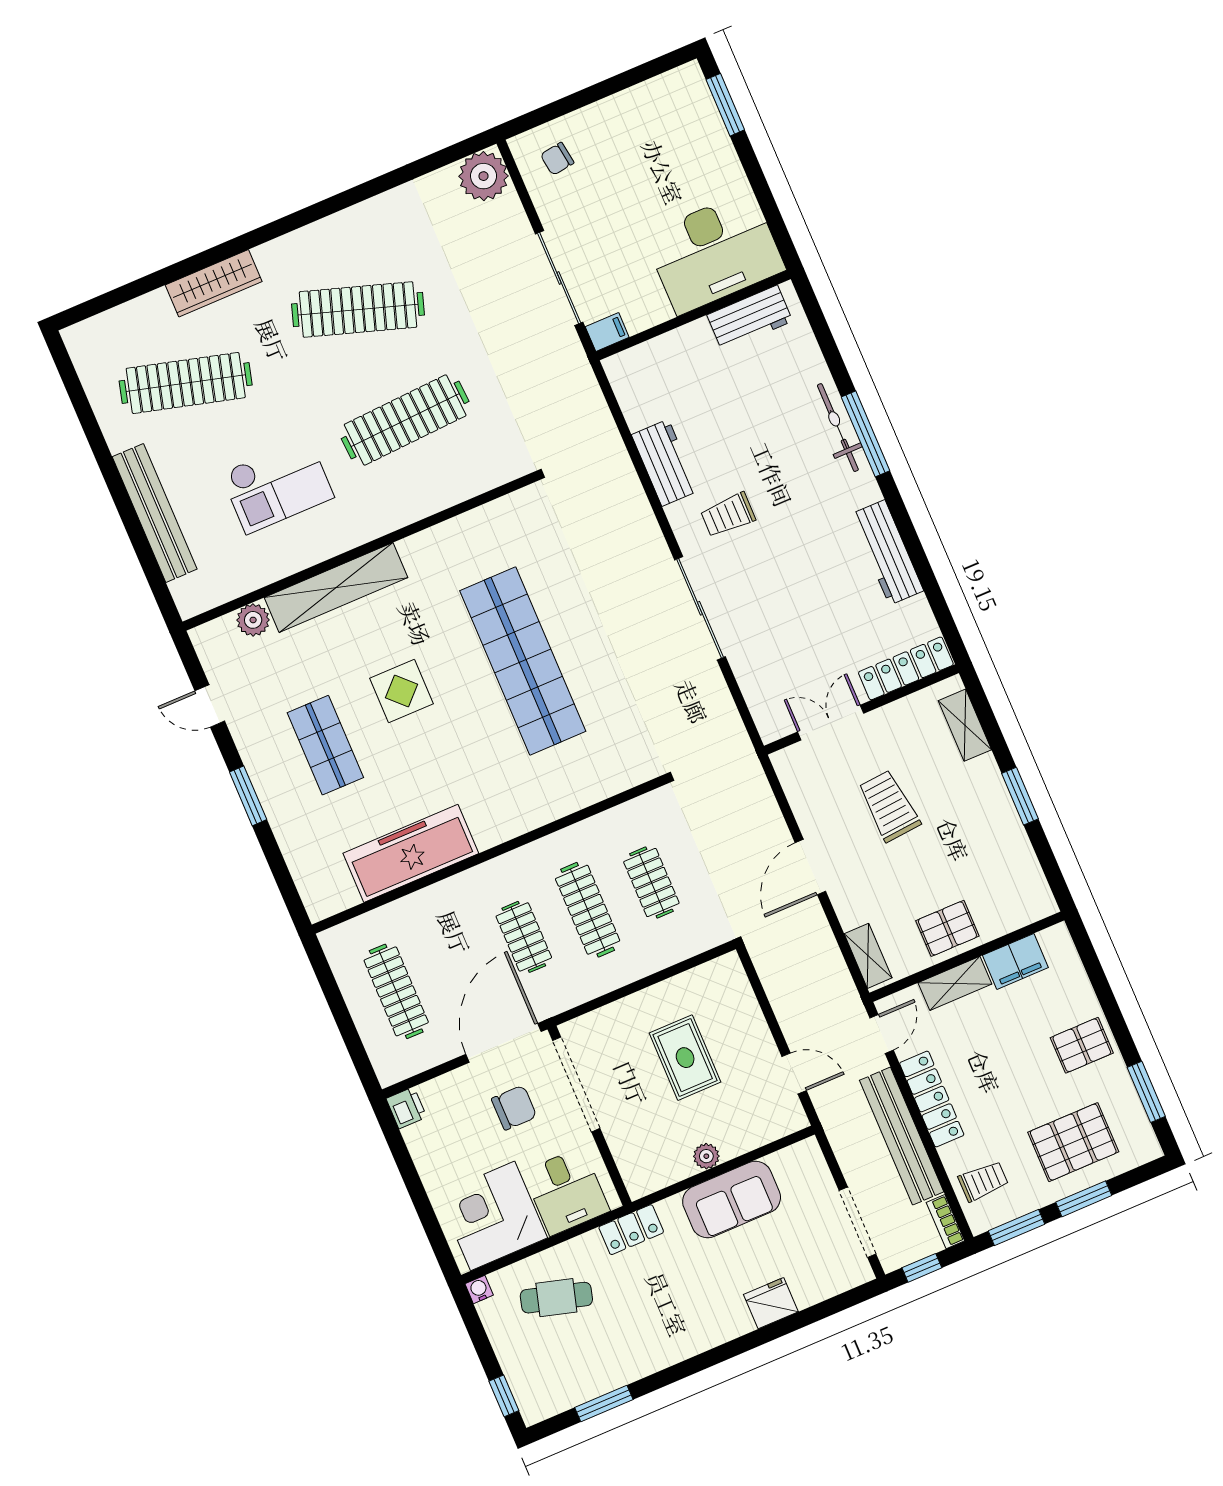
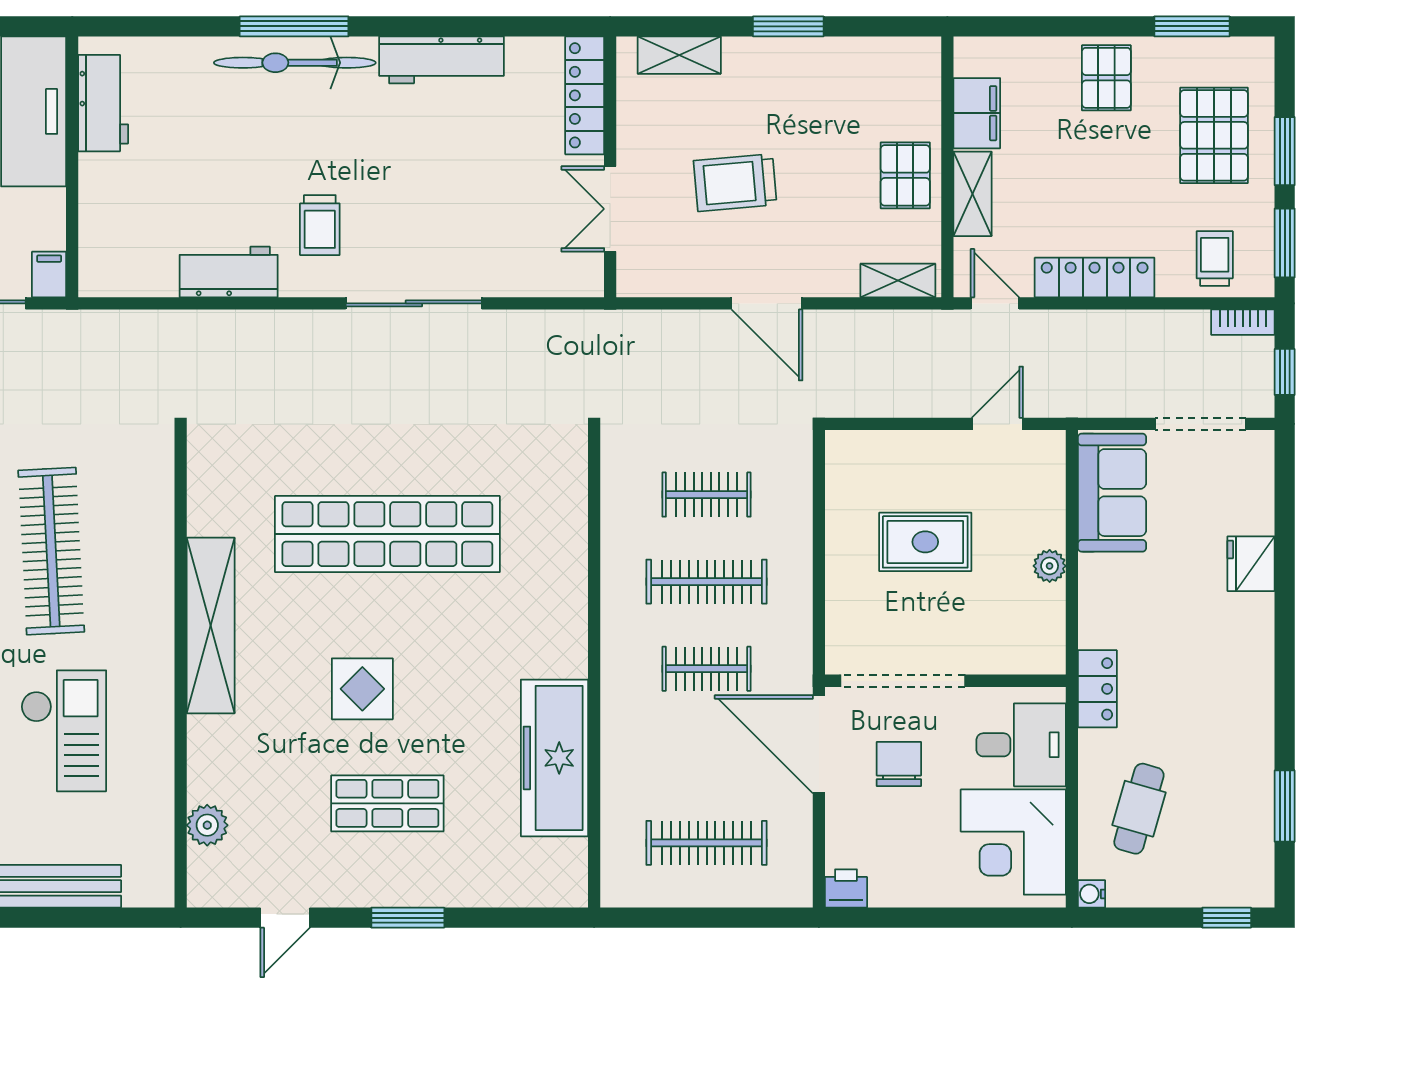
bicycle: (838, 428) -> (295, 63), width x1.37, depth x1.40
shelving: (336, 587) -> (211, 626), moved
bench: (902, 1136) -> (1123, 331), removed
sofa: (732, 1200) -> (1112, 493), moved

